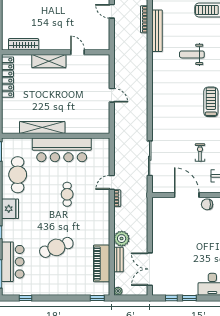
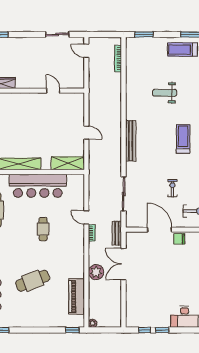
bench: (157, 31) -> (131, 141), moved
shelving: (49, 61) -> (68, 163), moved
door: (112, 182) -> (86, 217), hinge flipped
bench: (118, 260) -> (117, 233), moved
double door: (150, 269) -> (124, 264), moved

